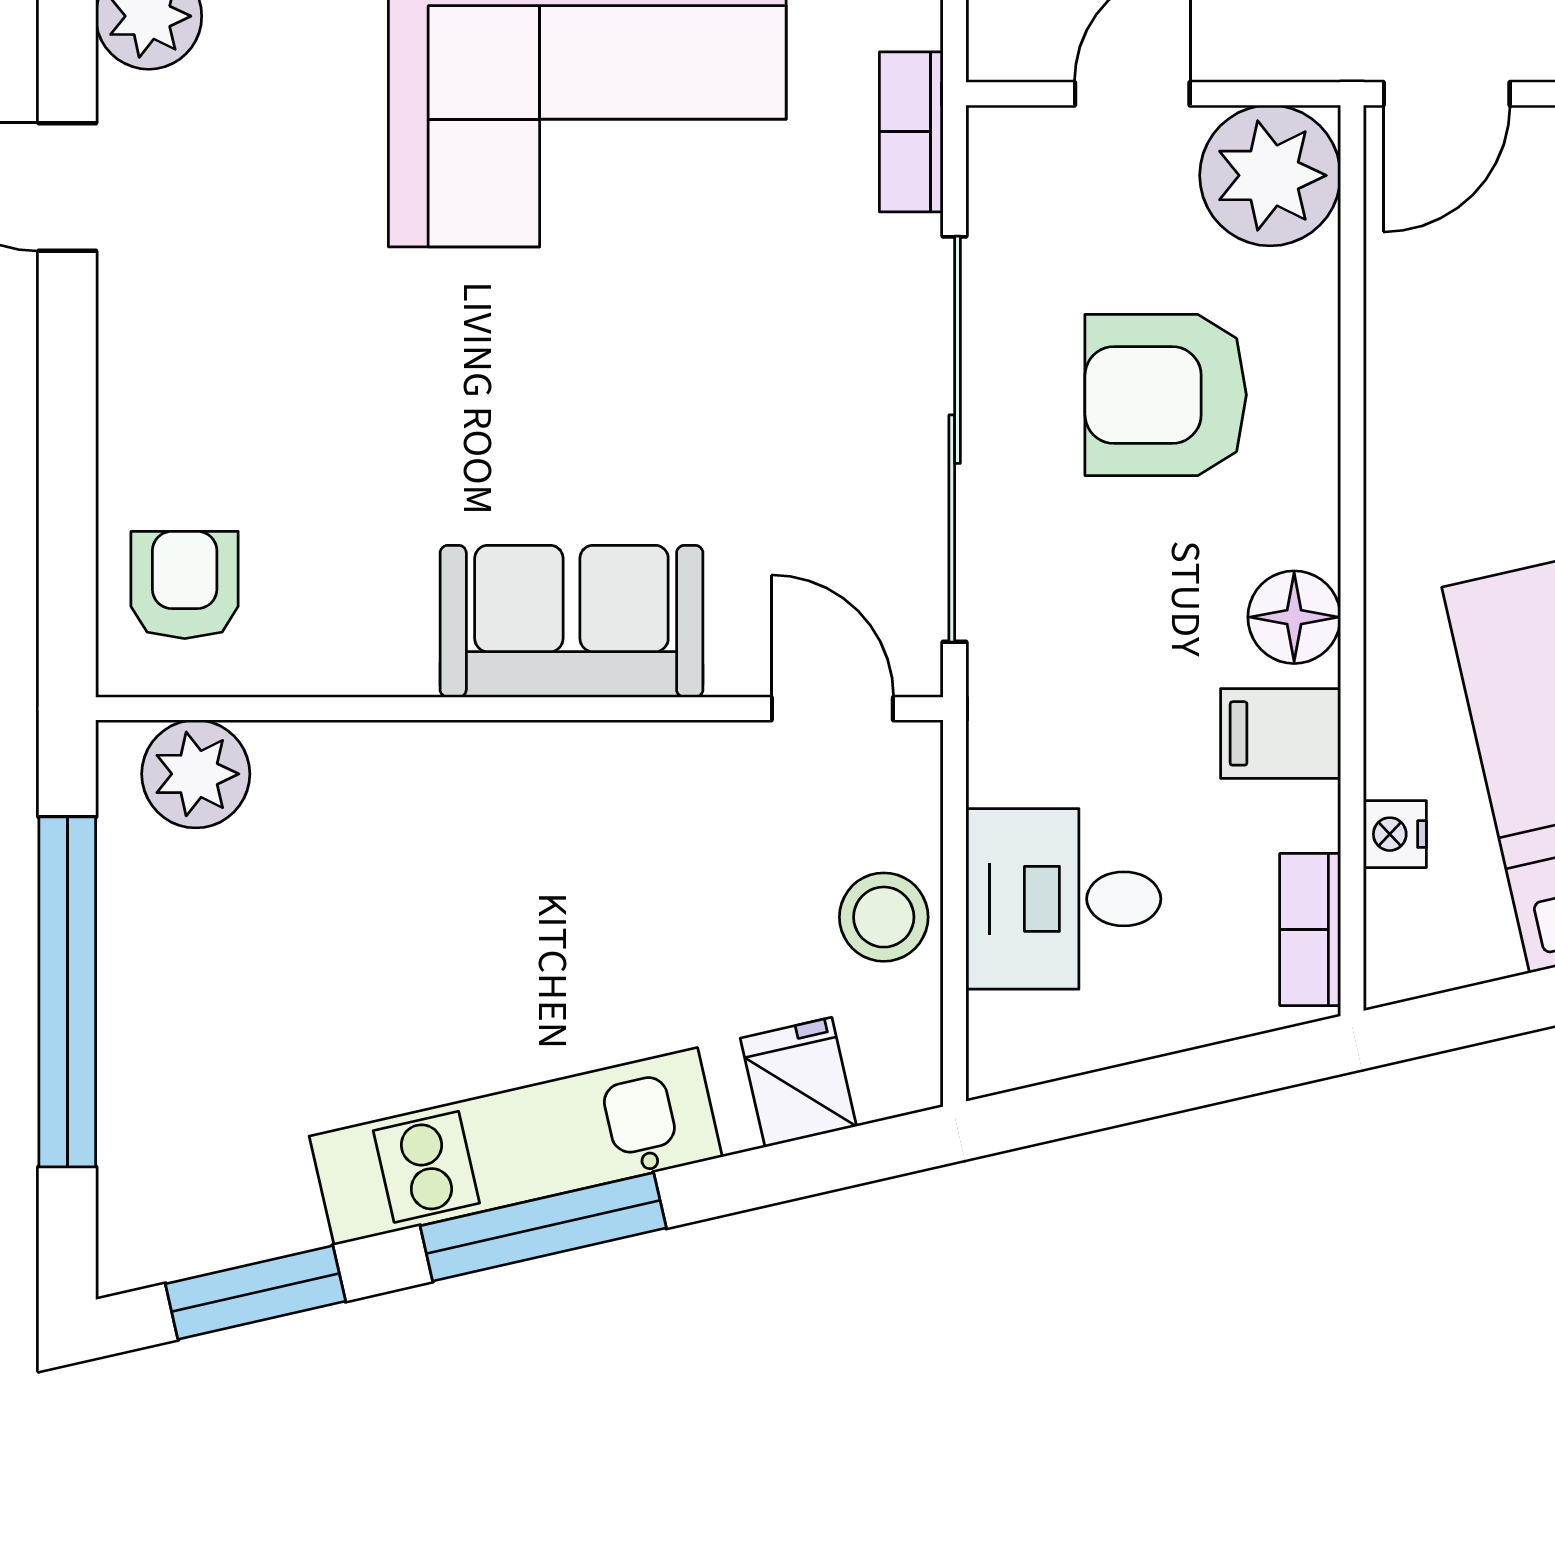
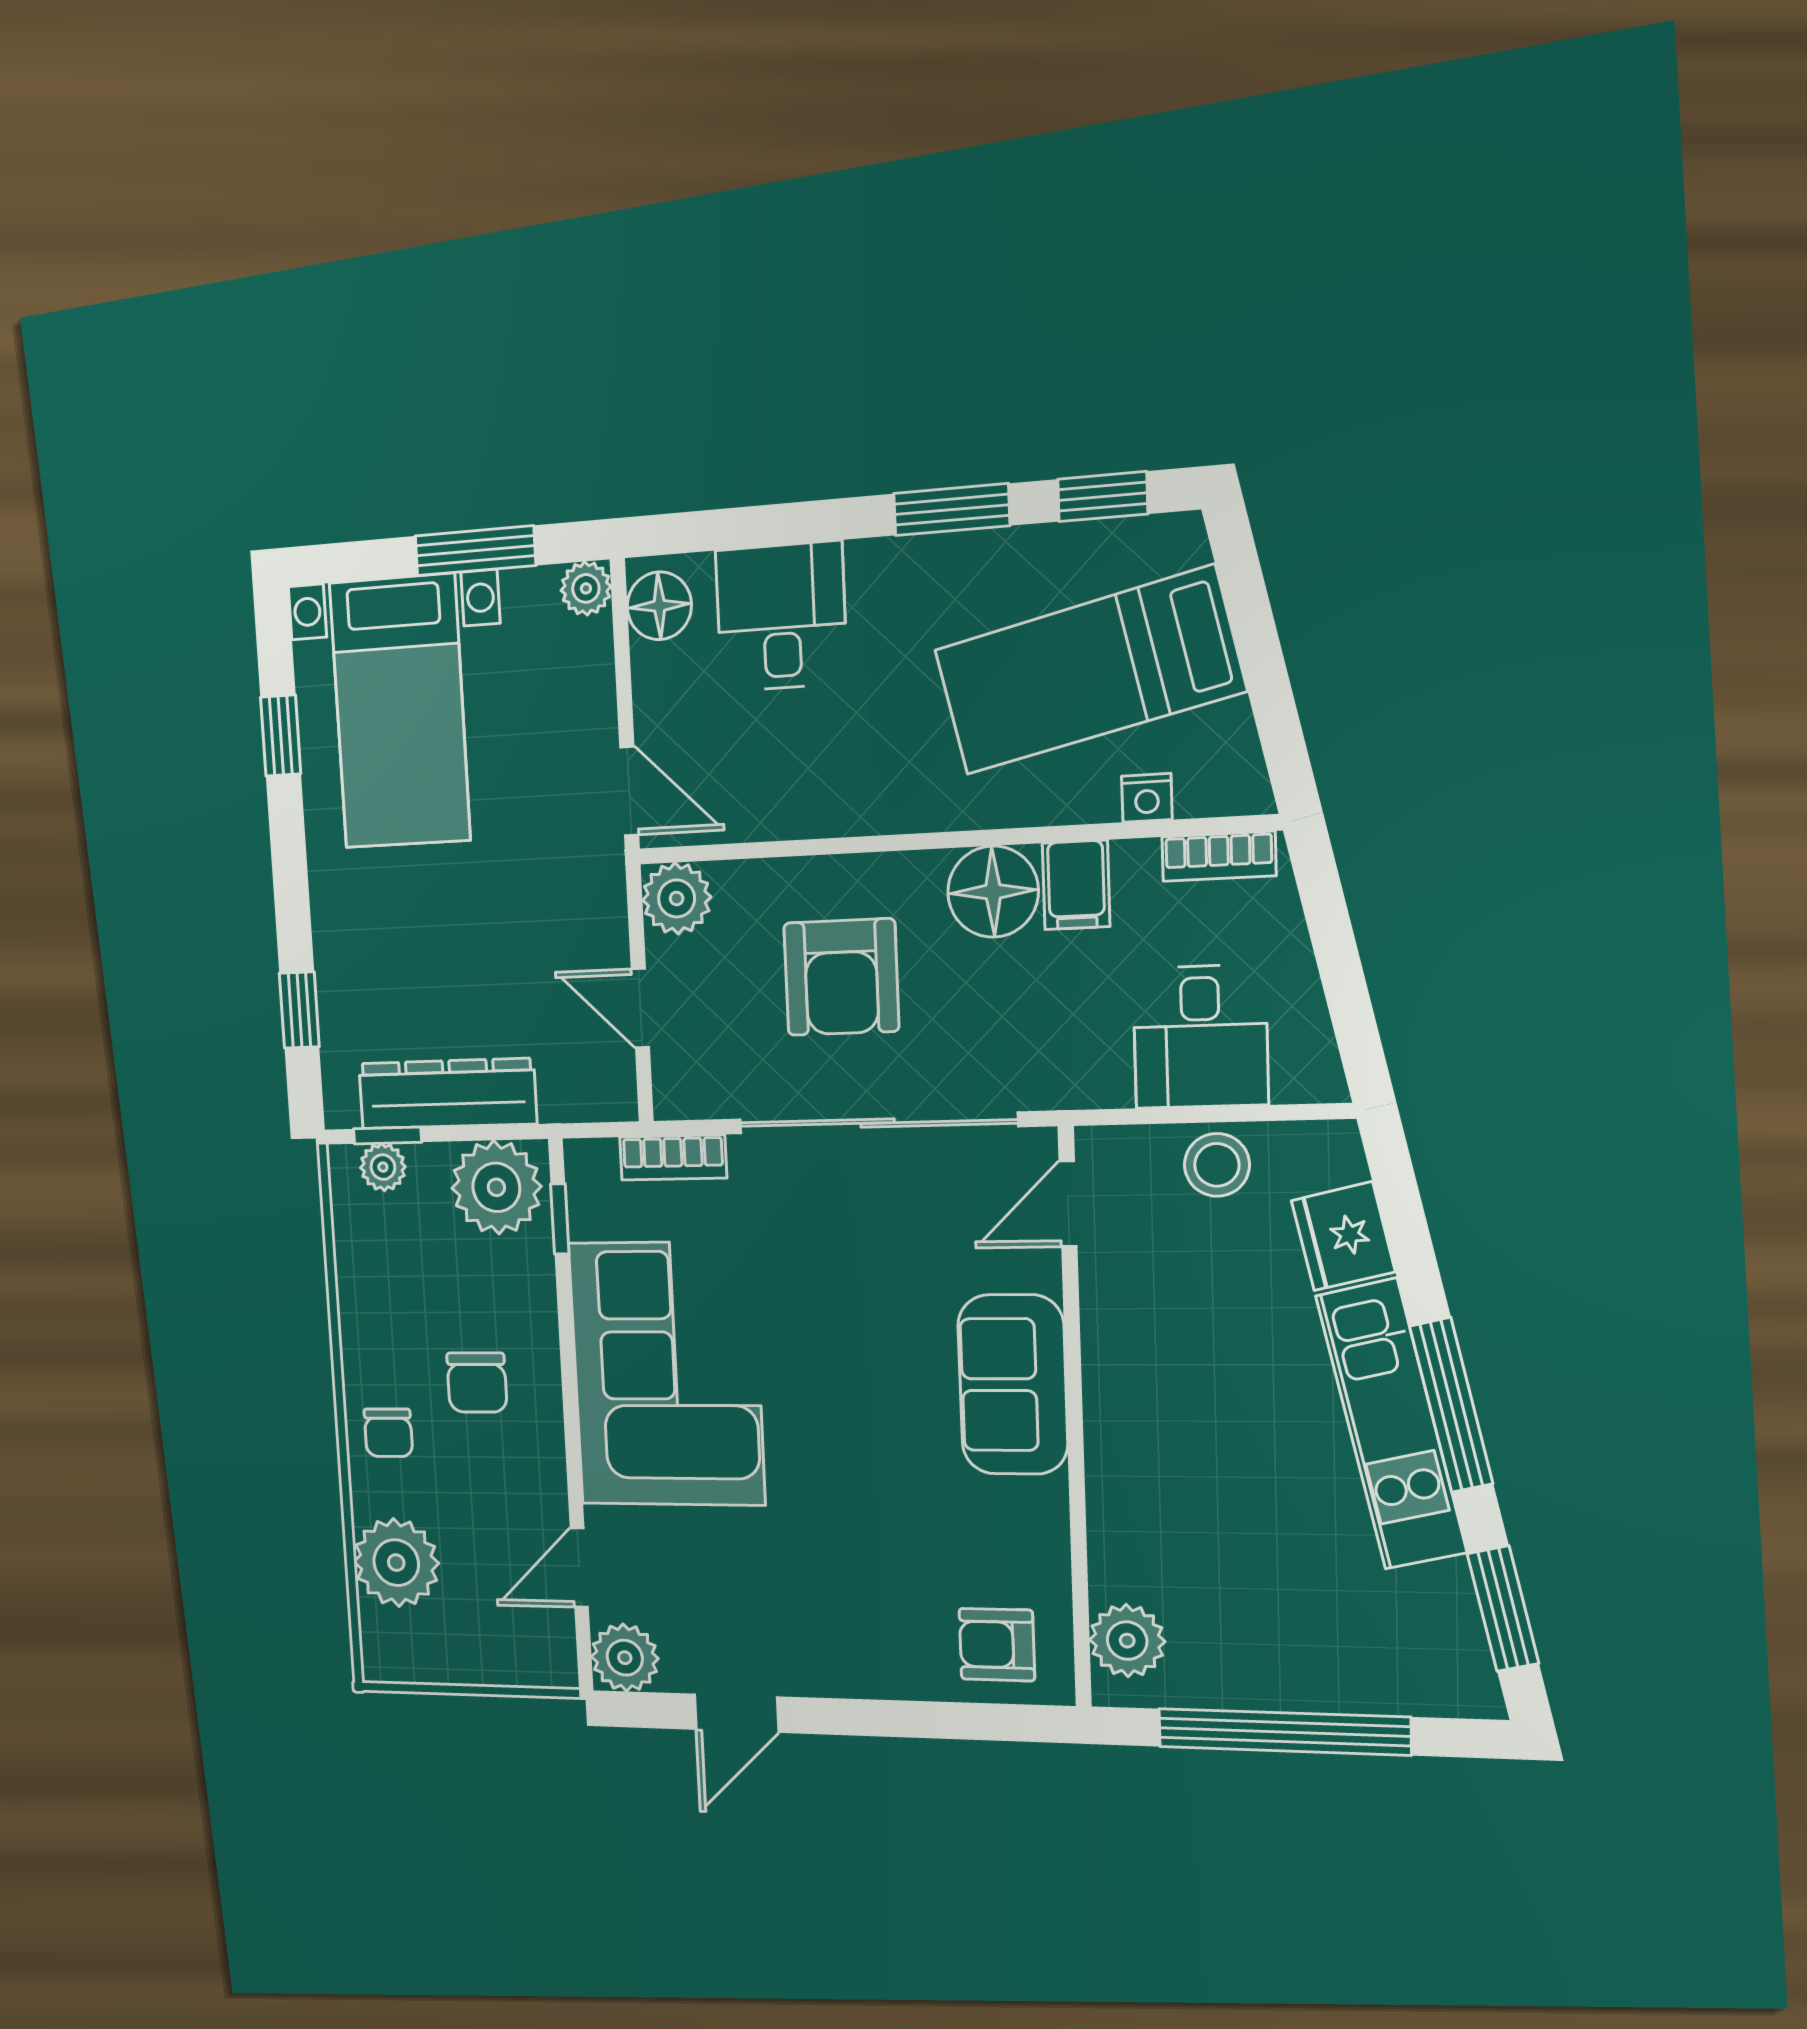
plant: (1270, 175) -> (677, 898), width x0.73, depth x0.73
floor lamp: (1294, 617) -> (993, 892), width x1.38, depth x1.38
fridge: (798, 1082) -> (1343, 1236), width x1.38

